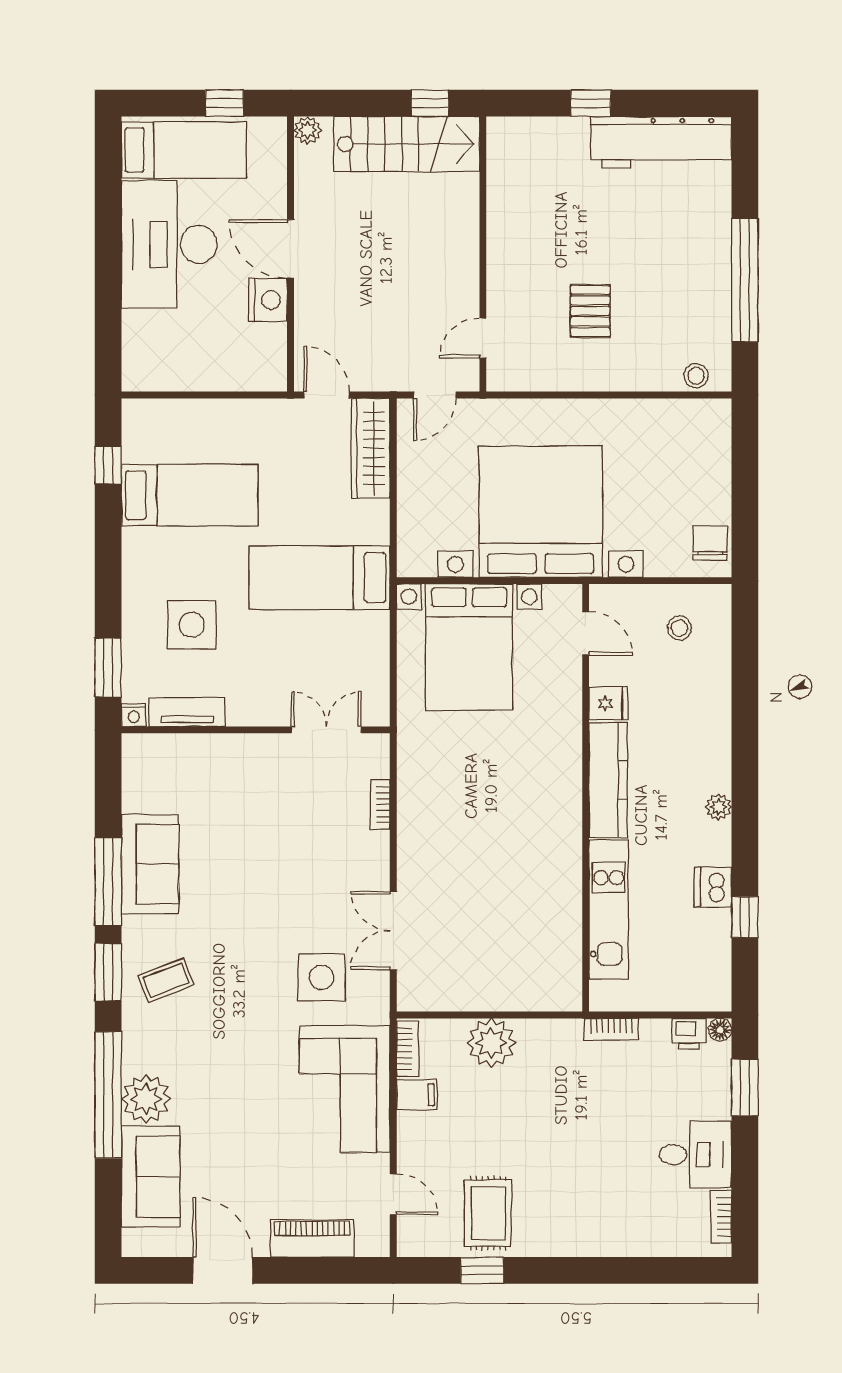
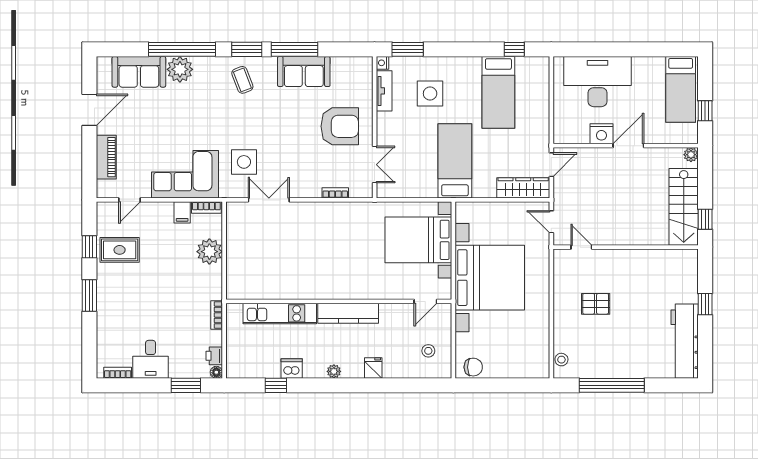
desk: (169, 244) -> (598, 82), moved
fridge: (608, 703) -> (373, 368), moved, turned 180
armchair: (254, 796) -> (340, 126), added
window: (575, 1270) -> (89, 296), added

